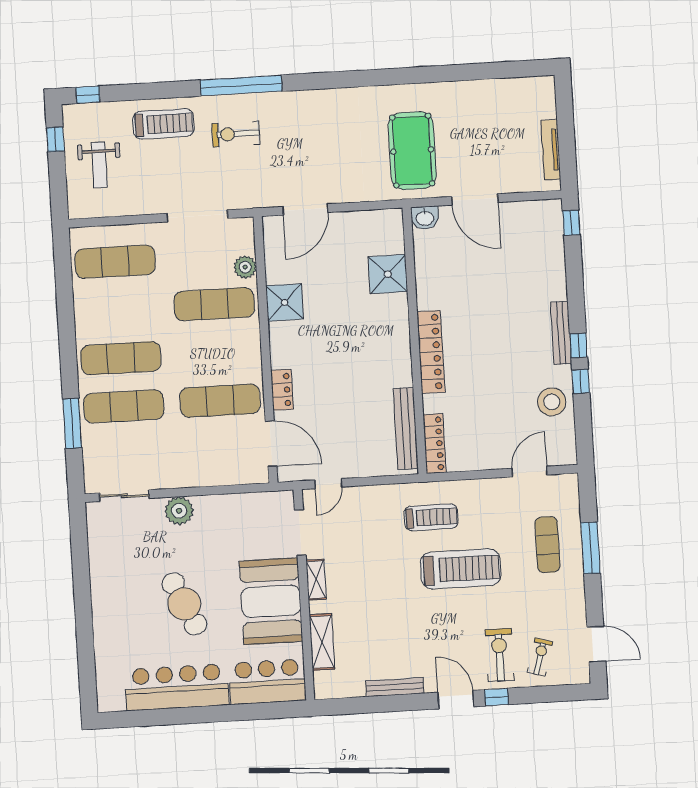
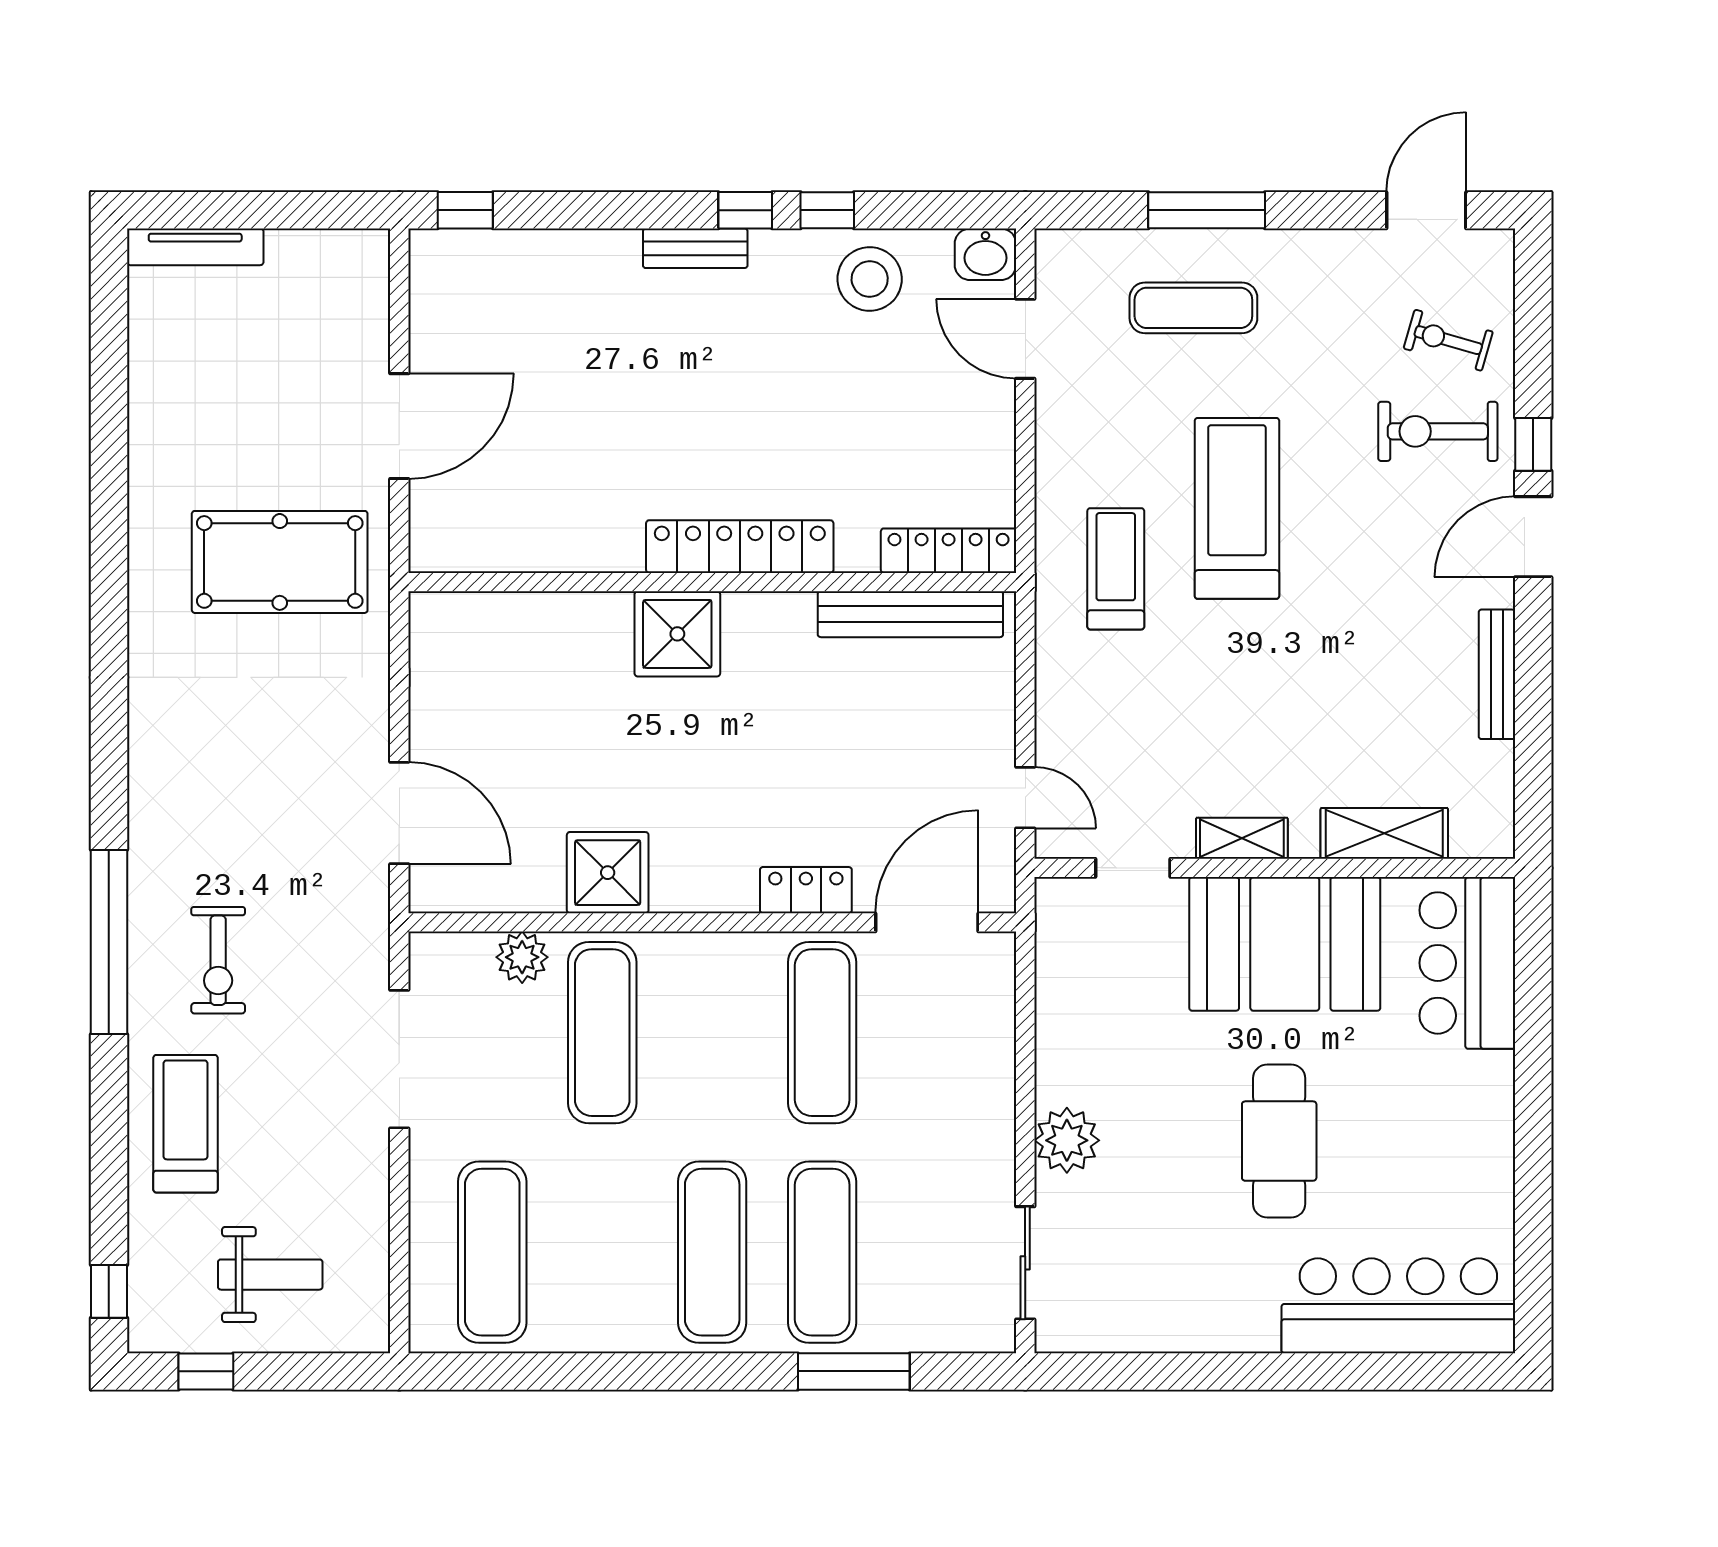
tv unit: (551, 150) -> (195, 247), moved
washbasin: (425, 218) -> (985, 254), moved, turned 90
shower: (388, 274) -> (677, 634), moved
bench: (561, 333) -> (695, 248), width x0.73
doorway: (300, 533) -> (1133, 868), width x0.73
cafe table: (184, 604) -> (1279, 1141), turned -65
bar counter: (177, 687) -> (1398, 1306), moved, turned 90

